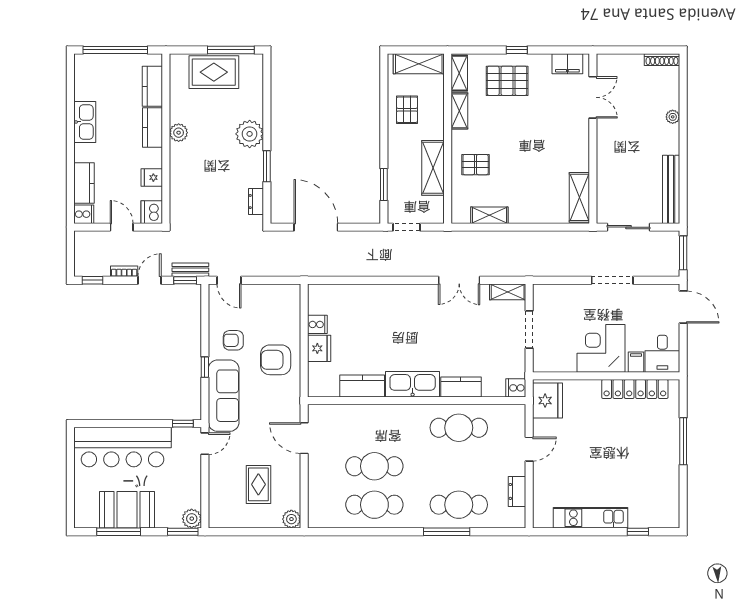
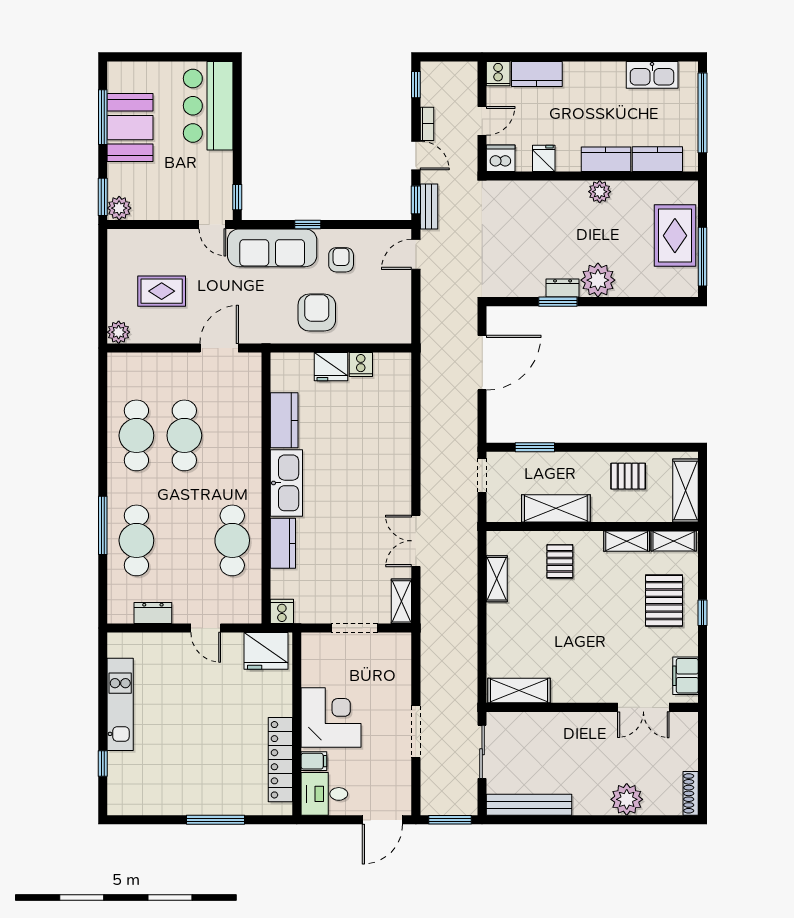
plant: (673, 117) -> (627, 799), width x1.88, depth x1.88
kitchen sink: (85, 122) -> (652, 75), moved
dresser: (256, 202) -> (563, 288), moved
bar counter: (123, 447) -> (208, 106), width x0.73

